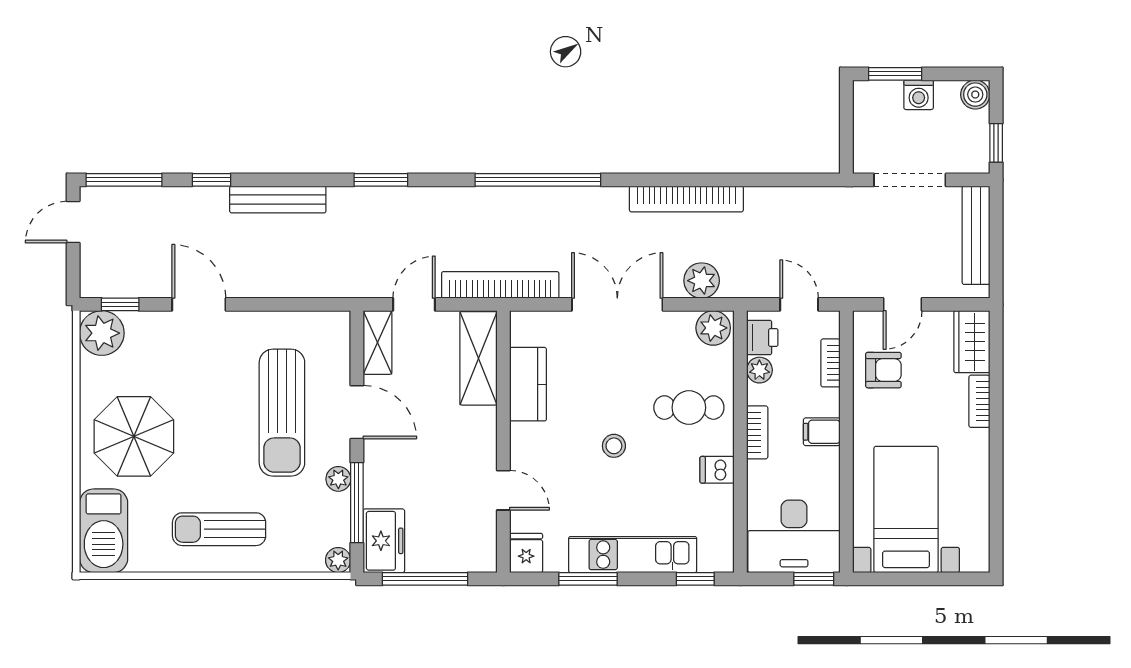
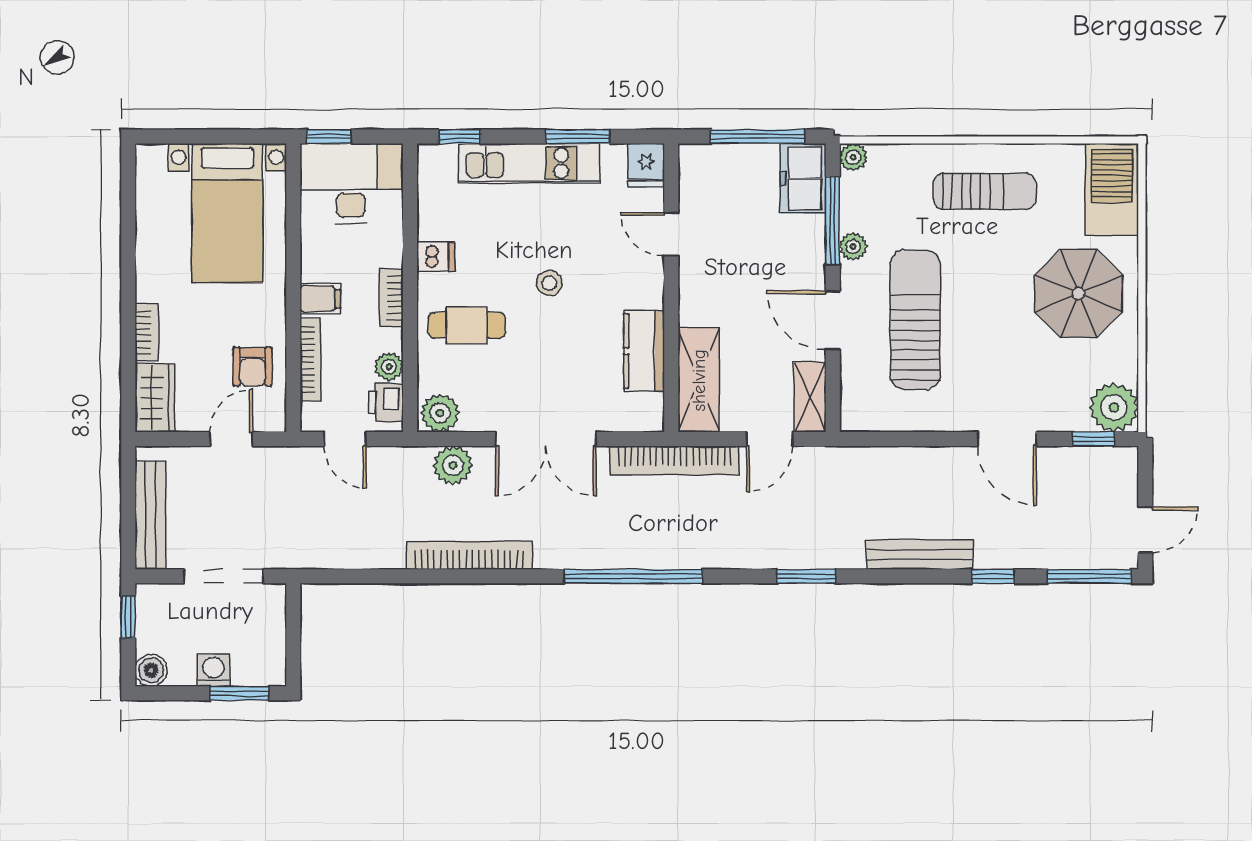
bookcase: (831, 363) -> (311, 360), width x1.56
armchair: (883, 370) -> (252, 367), turned -90

